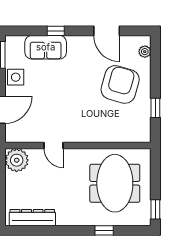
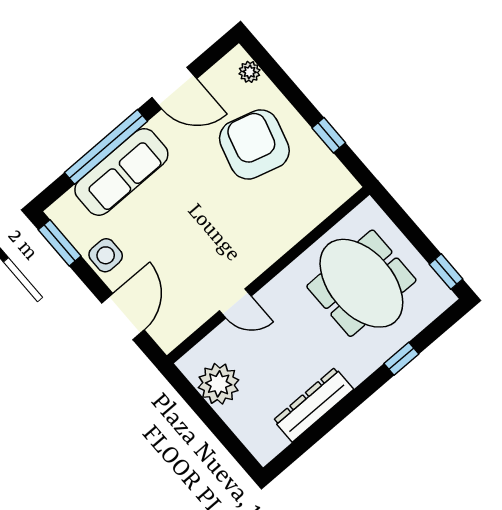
window: (56, 31) -> (106, 147), width x3.17
sofa: (46, 47) -> (121, 172), width x1.36
plant: (17, 160) -> (219, 384), moved
dresser: (32, 218) -> (314, 405), moved

